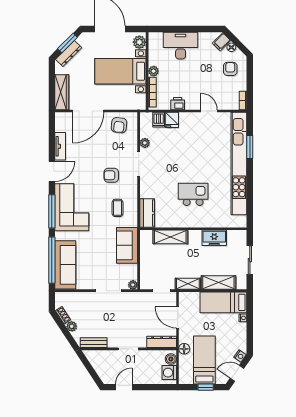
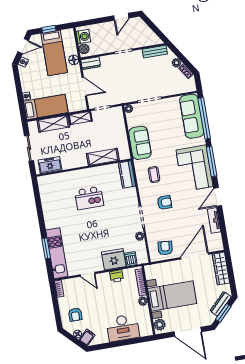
fridge: (172, 120) -> (114, 259), width x1.88, depth x1.34
kitchen unit: (239, 164) -> (57, 253), width x0.54
freezer: (214, 238) -> (50, 165), moved
dresser: (162, 342) -> (91, 63), width x0.70

